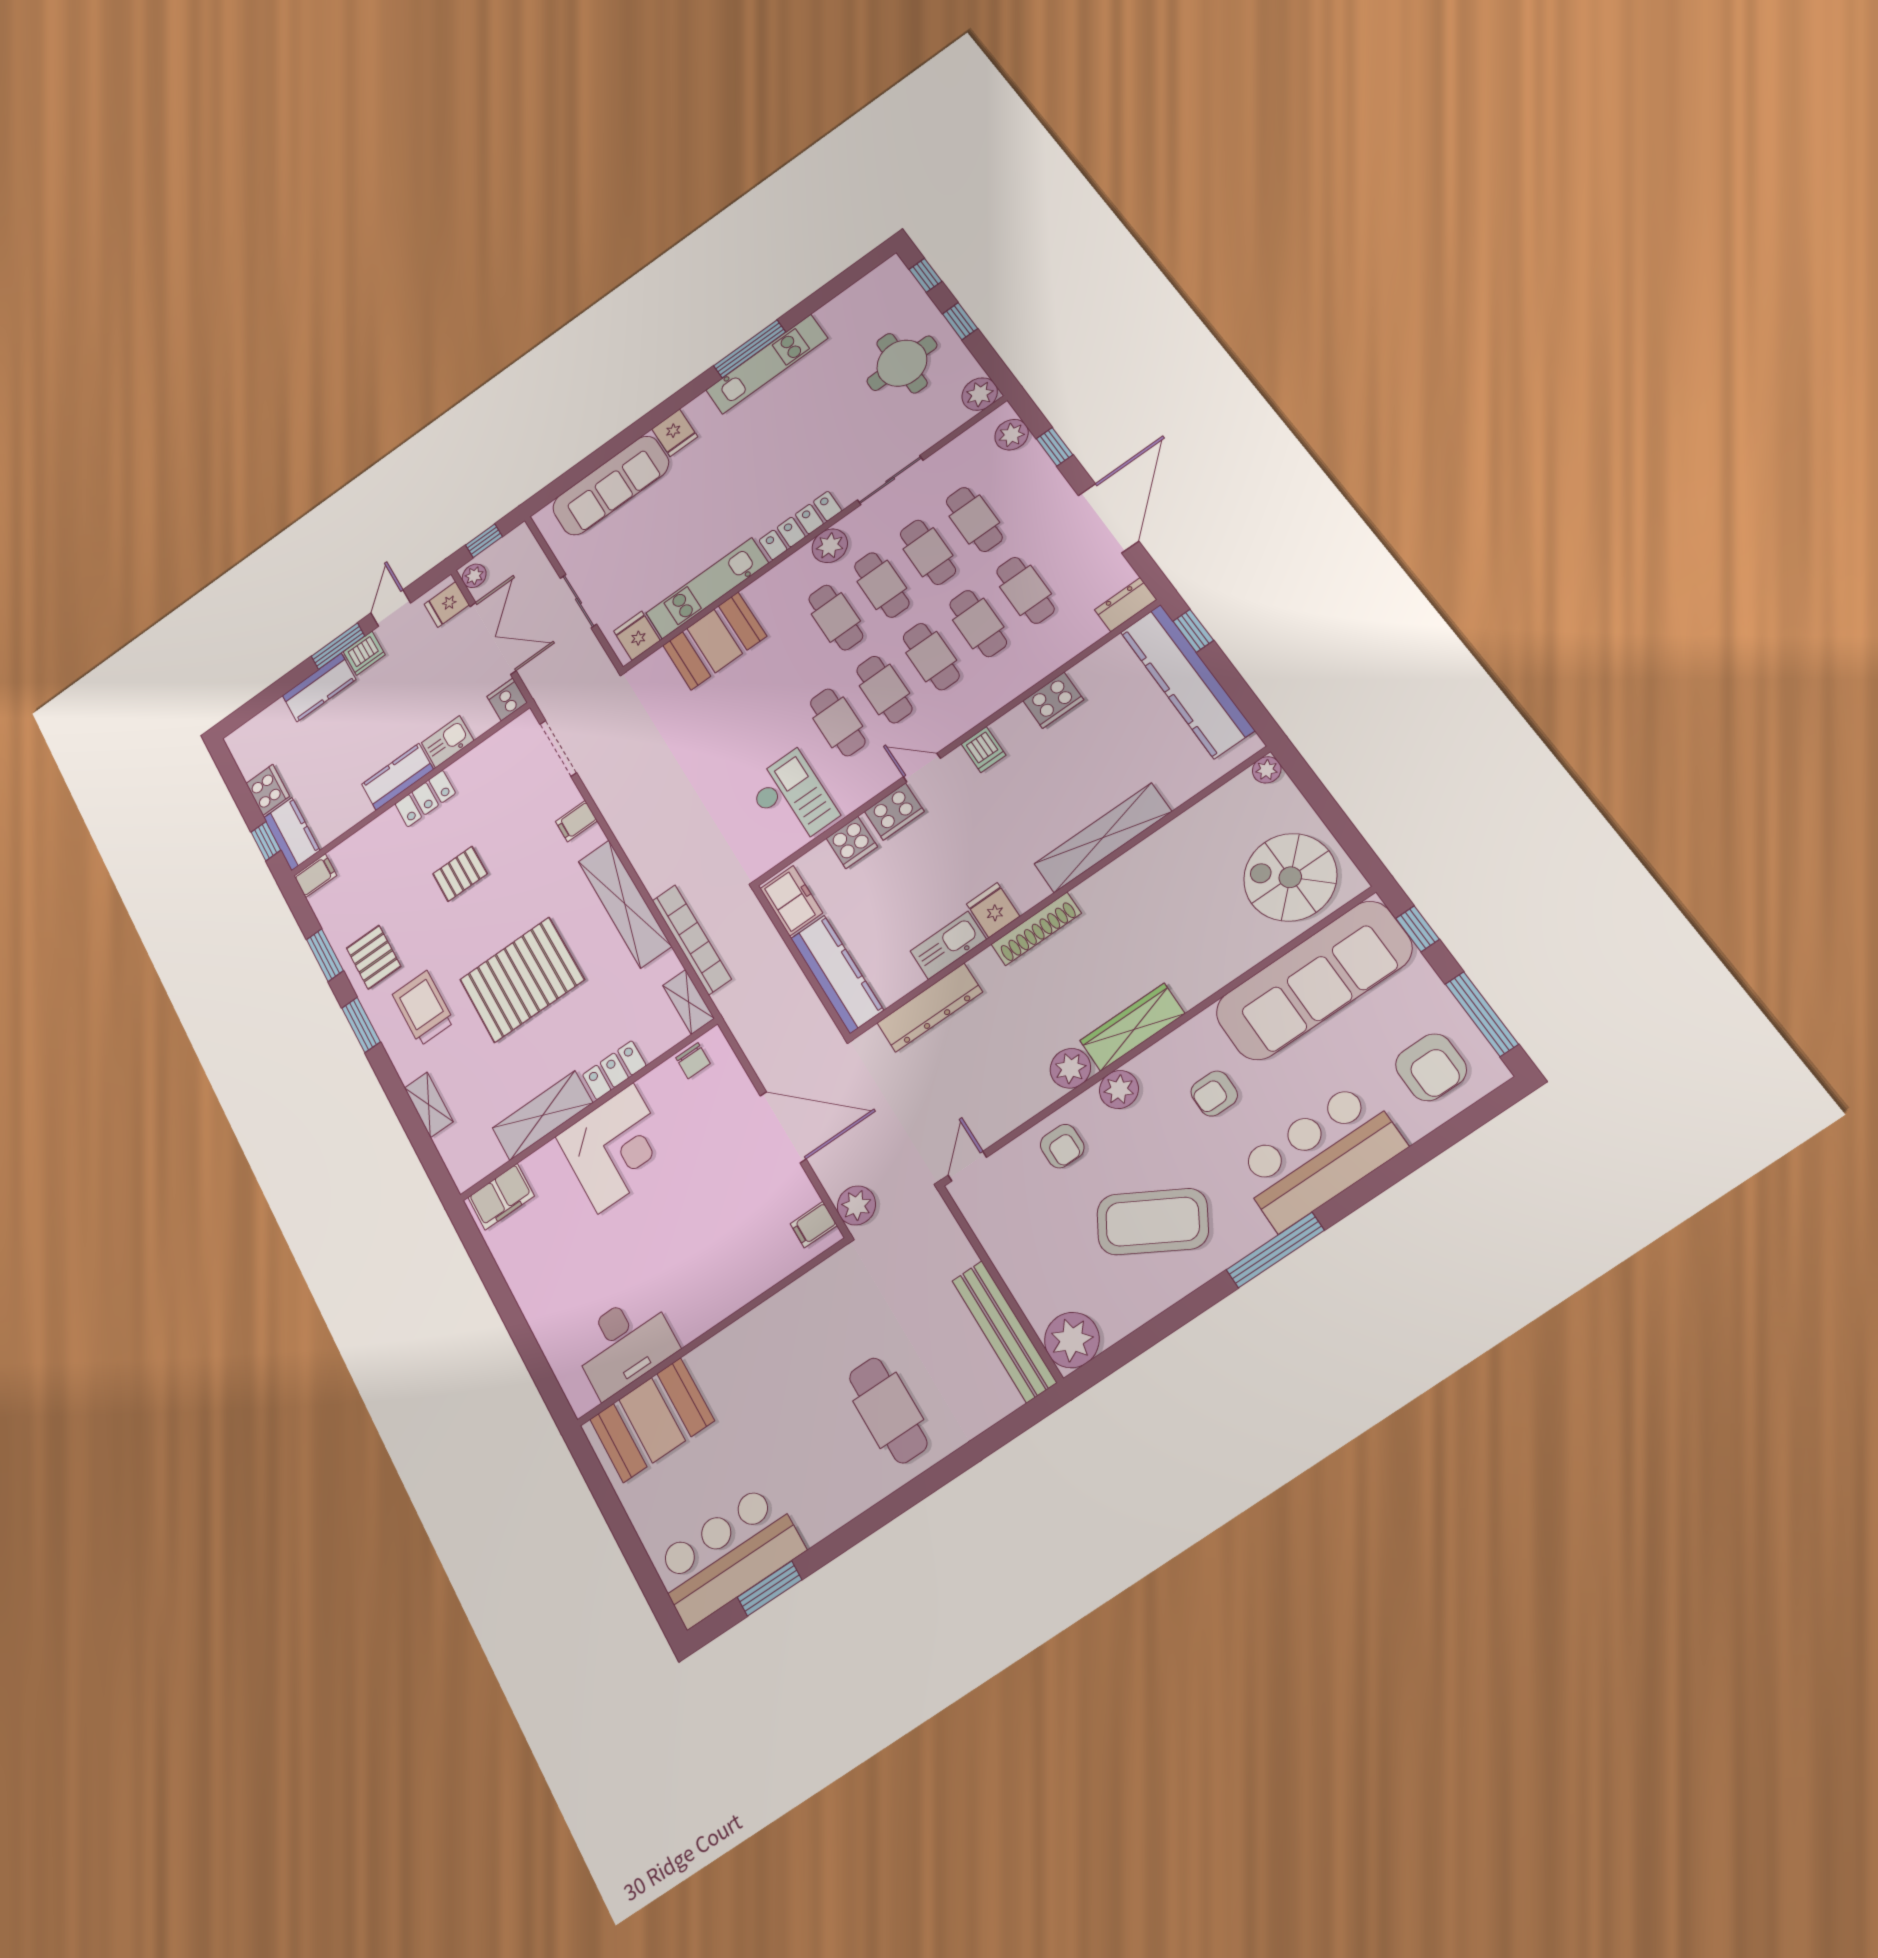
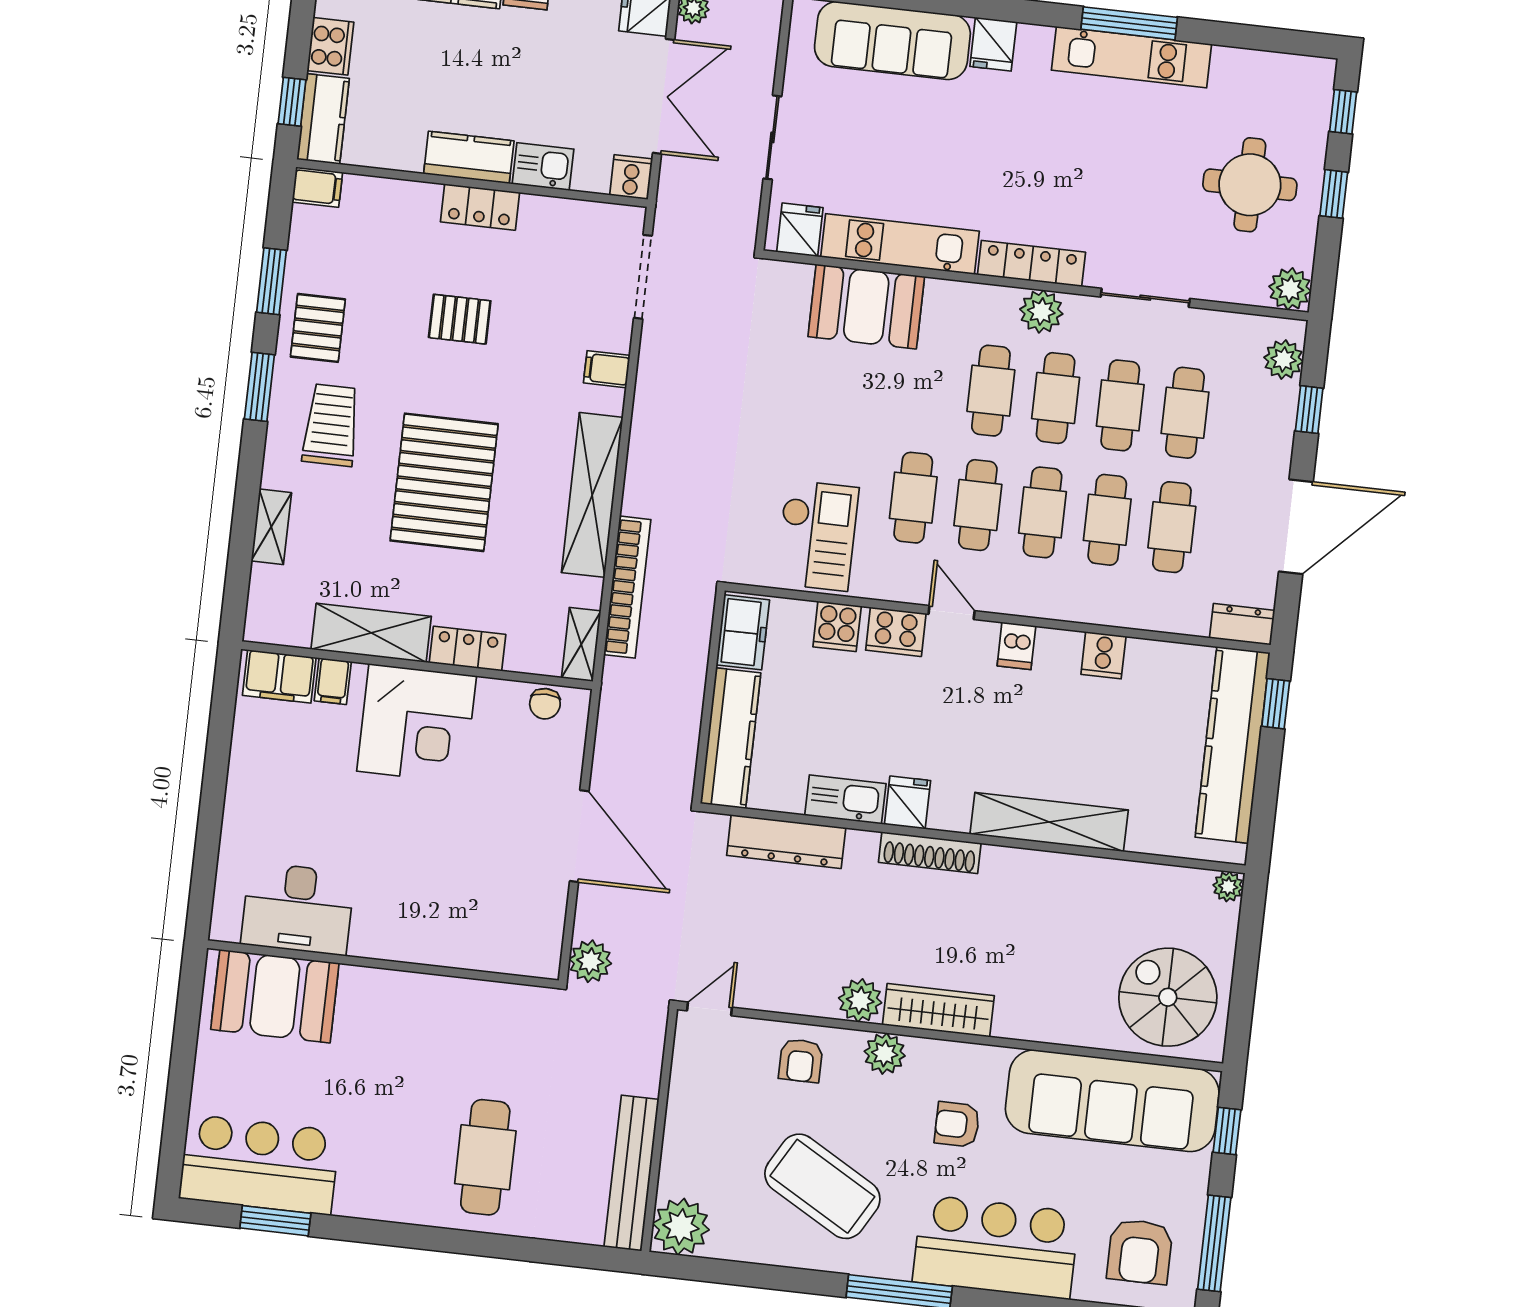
cooker: (1053, 700) -> (1103, 655), width x0.73
pallet: (522, 980) -> (444, 482), turned 90
filing cabinet: (814, 1225) -> (333, 681), moved, turned -90

